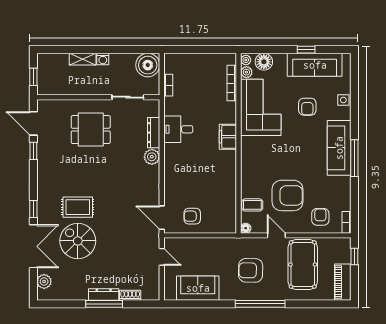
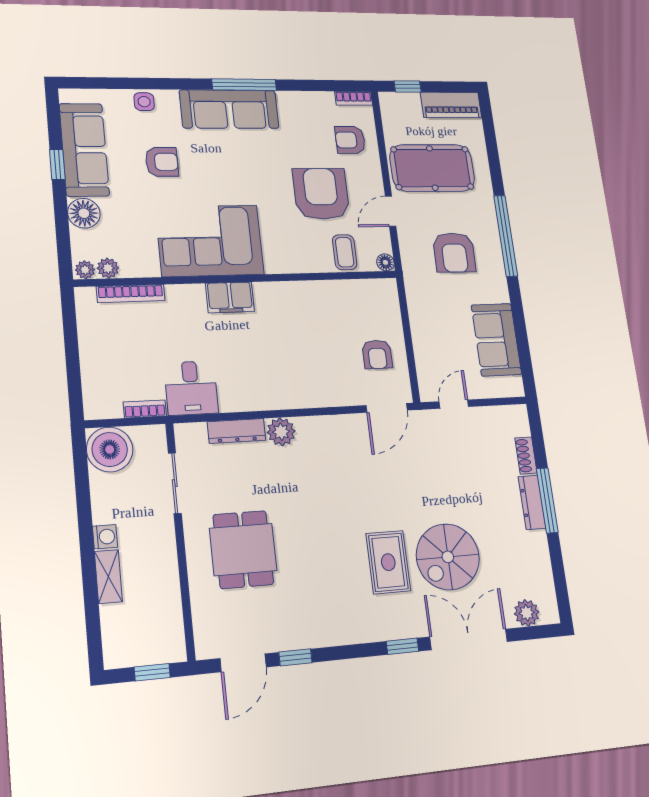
floor lamp: (264, 62) -> (84, 213), moved
corner sofa: (261, 107) -> (210, 241), moved
desk: (178, 129) -> (191, 388), moved

